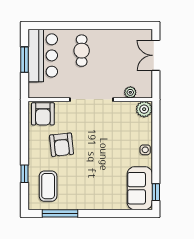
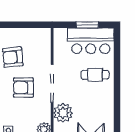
plant: (130, 92) -> (63, 113), width x1.88, depth x1.88
armchair: (43, 114) -> (23, 88), moved

